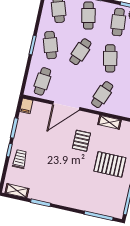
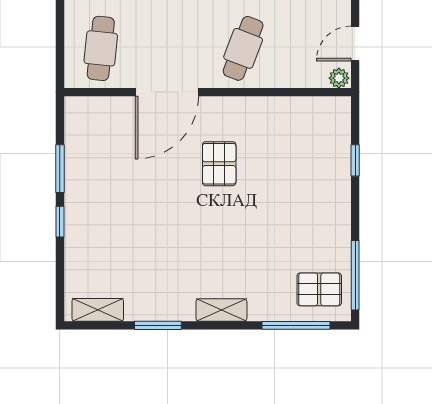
filing cabinet: (26, 106) -> (76, 112), removed
shelving: (109, 122) -> (221, 310), moved
trolley: (20, 159) -> (88, 237), removed
pallet: (110, 164) -> (319, 289), moved, width x0.67, depth x0.71

